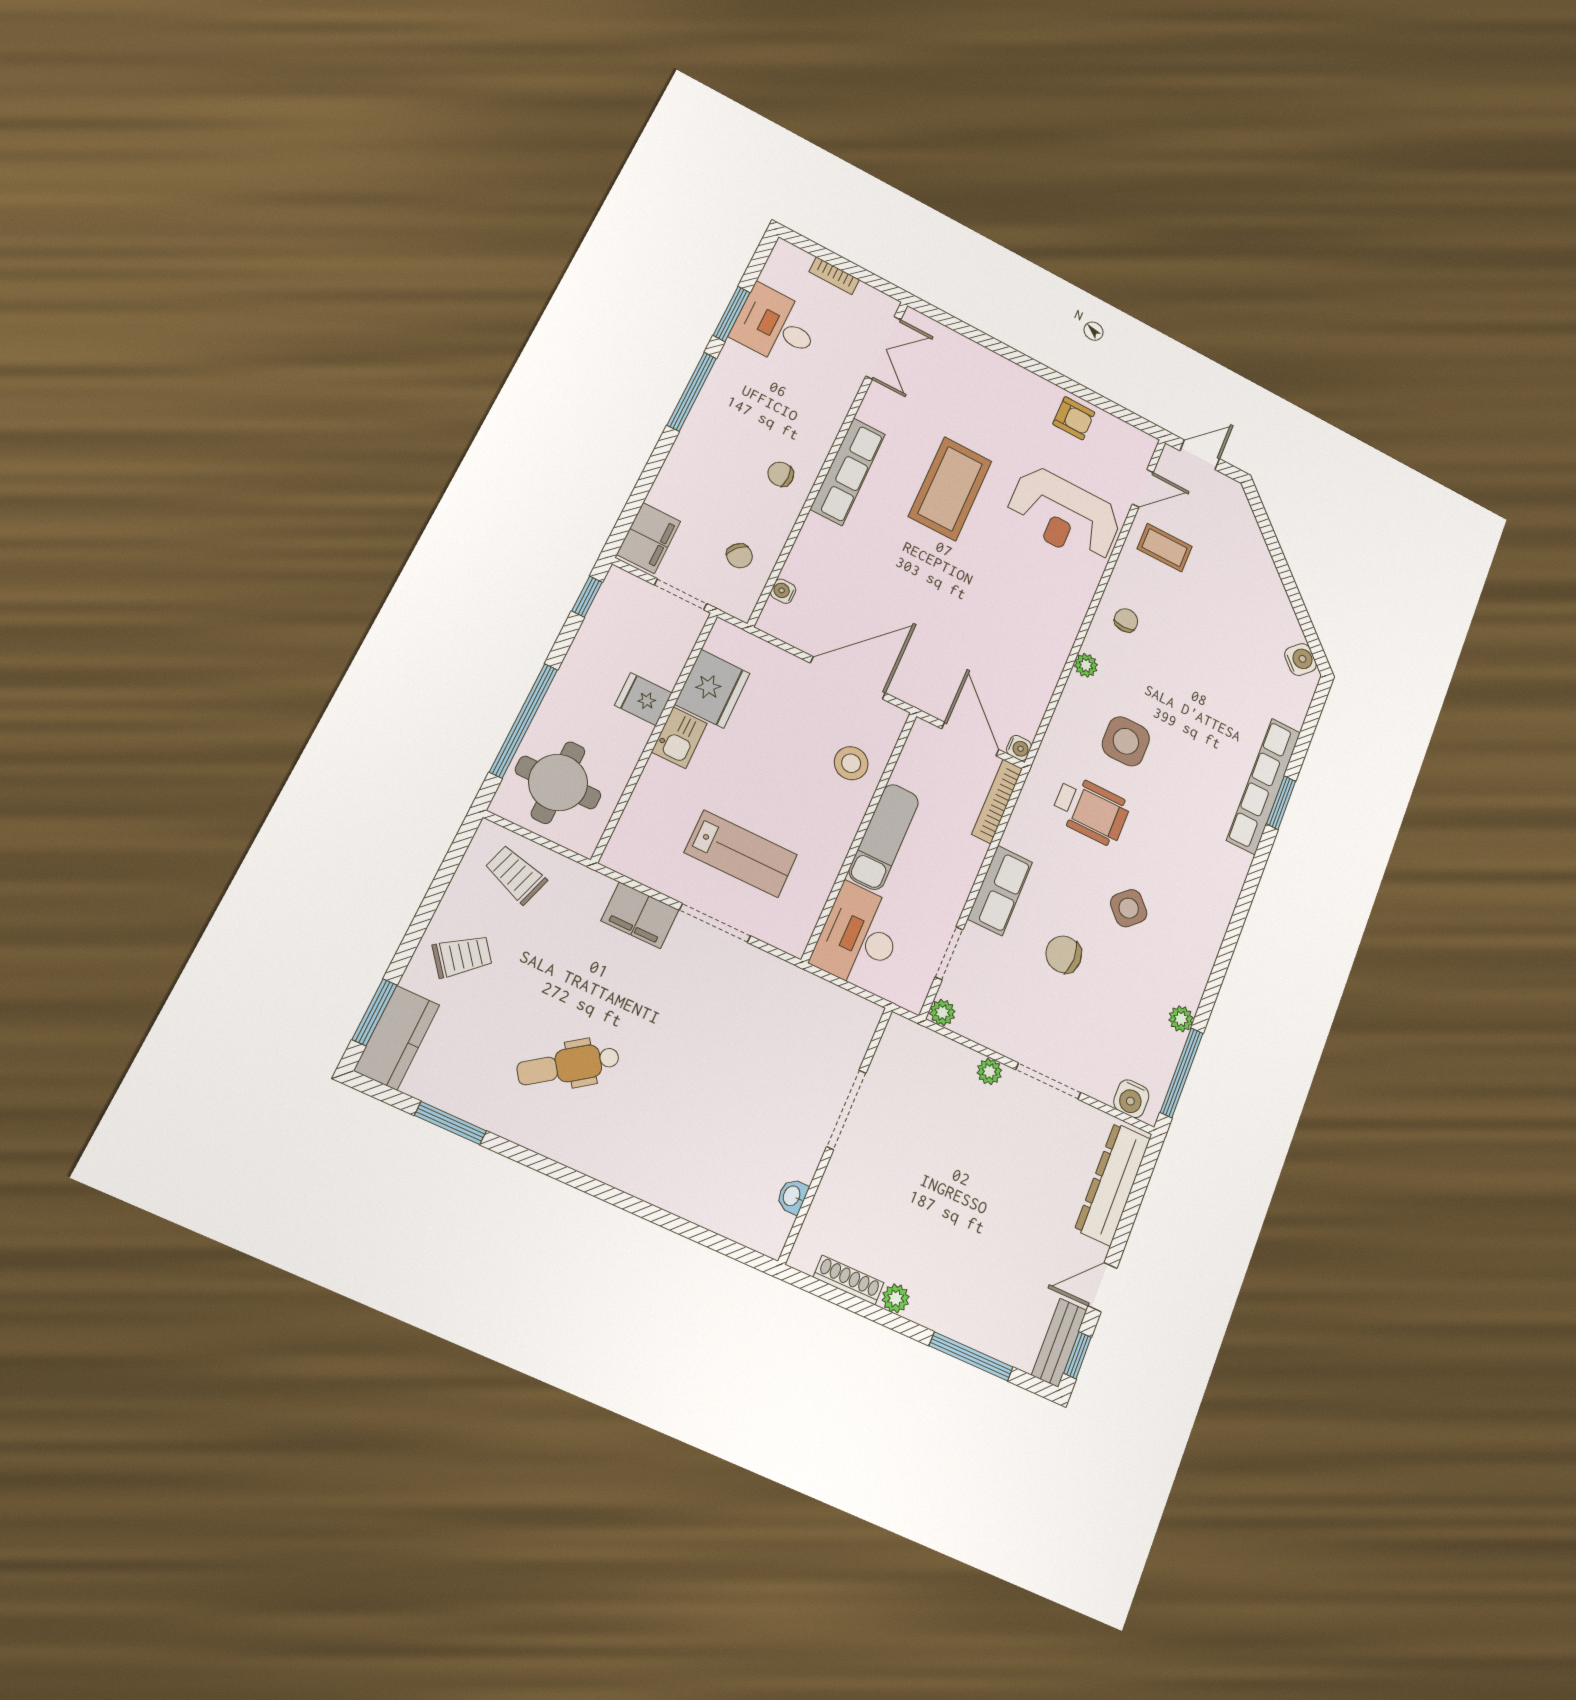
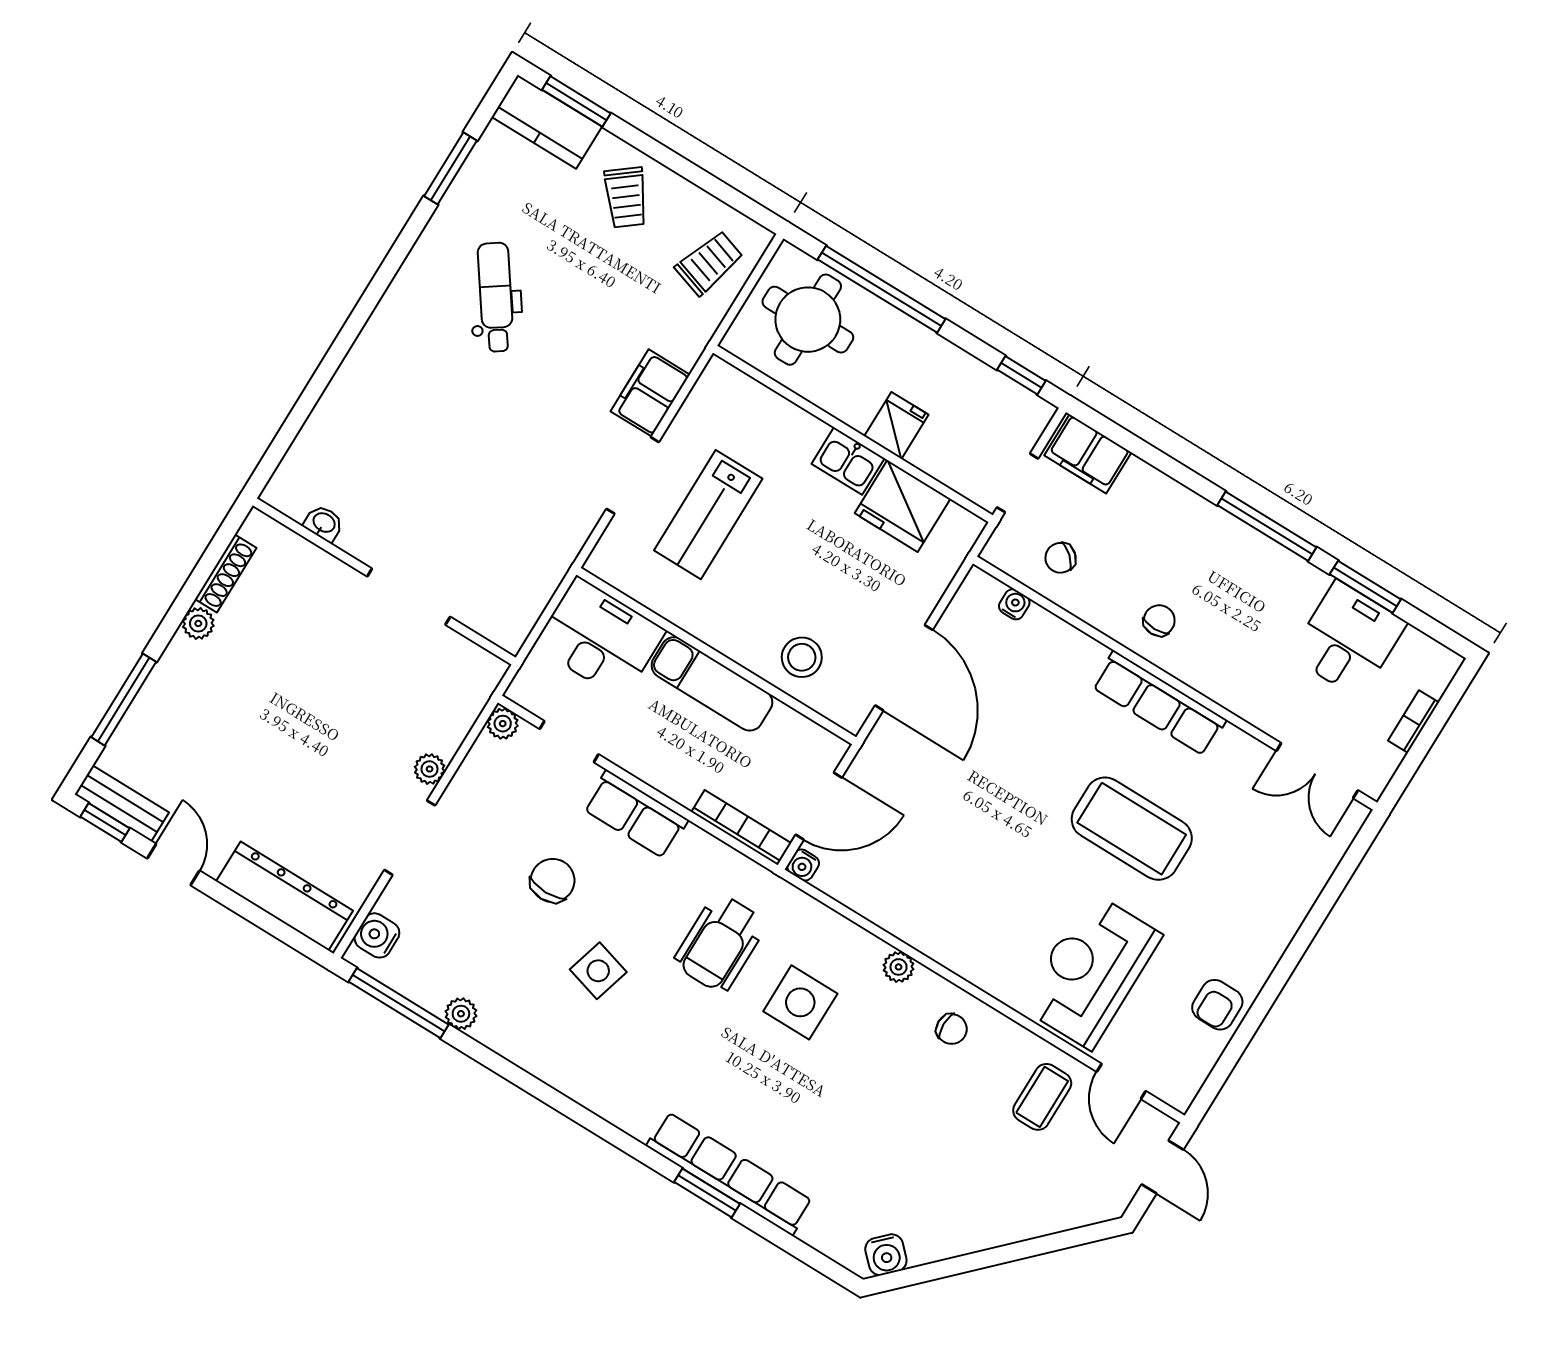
side table: (1129, 908) -> (598, 971), turned -30

